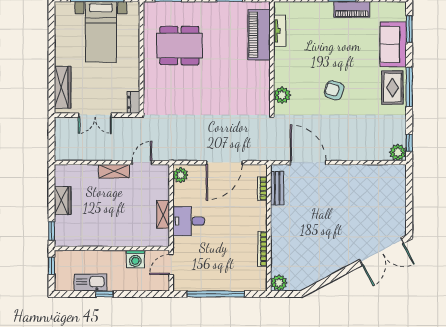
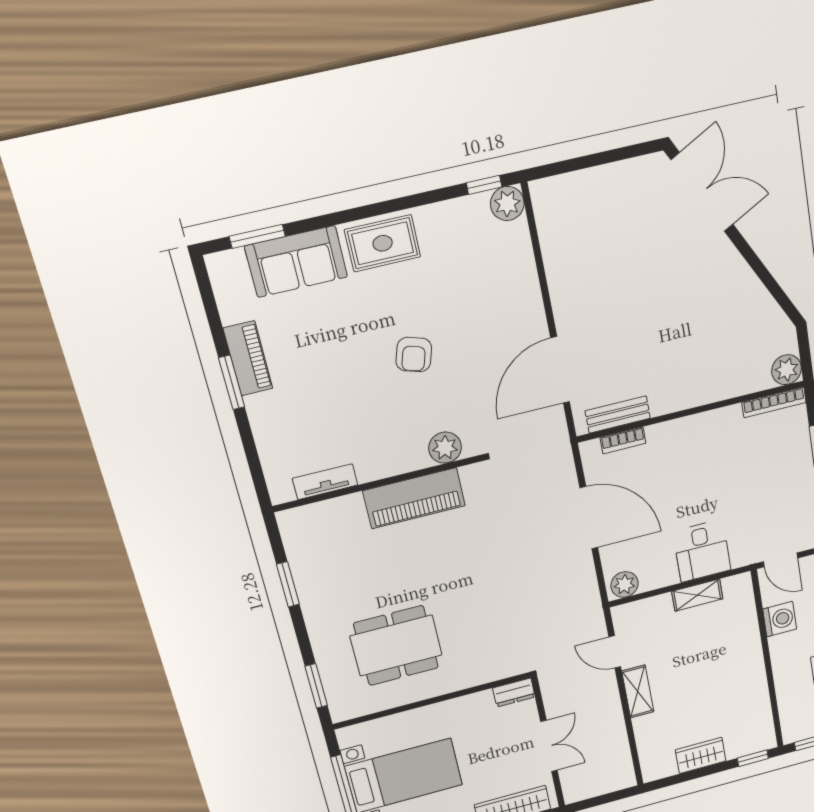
piano: (259, 35) -> (414, 498), moved
dining table: (179, 46) -> (396, 646), turned 90
window: (409, 87) -> (373, 210), removed
bookcase: (263, 249) -> (774, 402), moved

